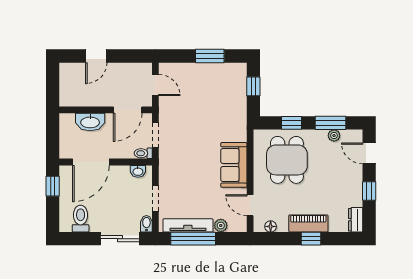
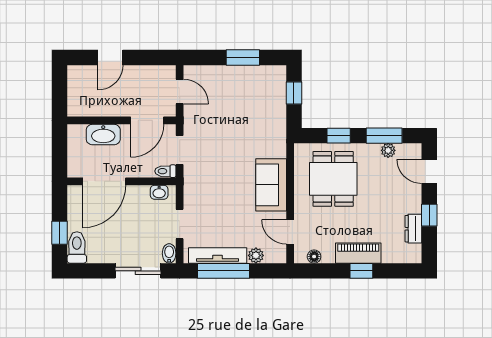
window: (53, 186) -> (60, 233), moved
toilet: (81, 219) -> (77, 247), moved
dresser: (356, 220) -> (413, 229), moved

